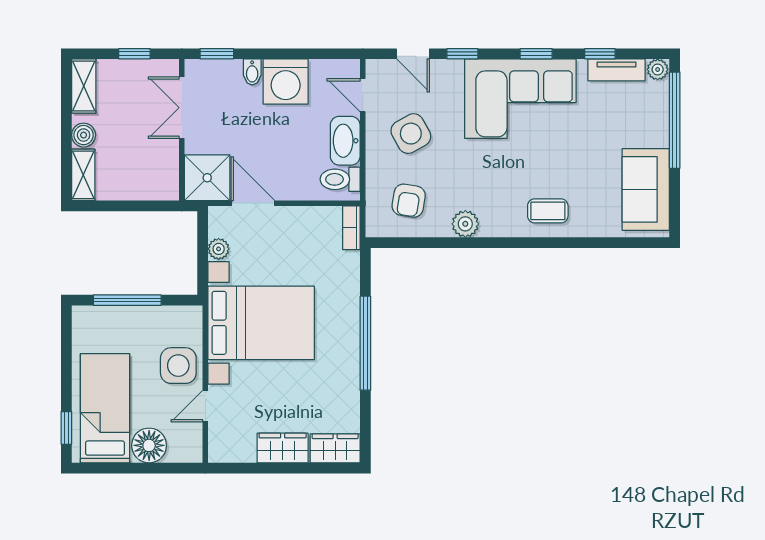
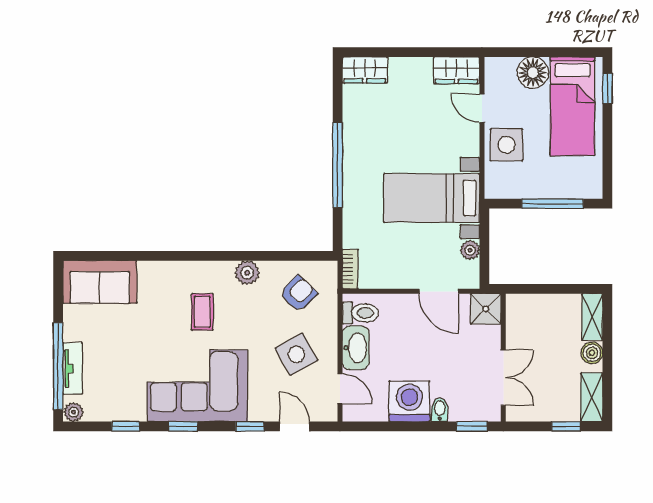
window: (134, 54) -> (566, 426), moved
tv unit: (617, 70) -> (73, 368), moved, turned 90
shower: (207, 178) -> (486, 309), width x0.73, depth x0.73
sofa: (646, 189) -> (100, 282), moved, turned 90
armchair: (409, 201) -> (298, 294), turned 35
coffee table: (548, 211) -> (202, 312), moved, turned 90
bed with nightstands: (261, 323) -> (432, 198), width x0.73
door: (205, 406) -> (482, 108), swing flipped
wardrobe: (283, 448) -> (457, 70), moved

